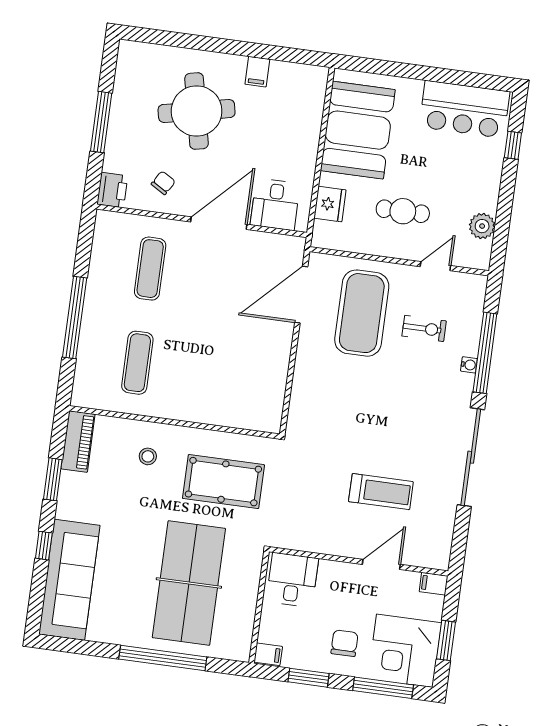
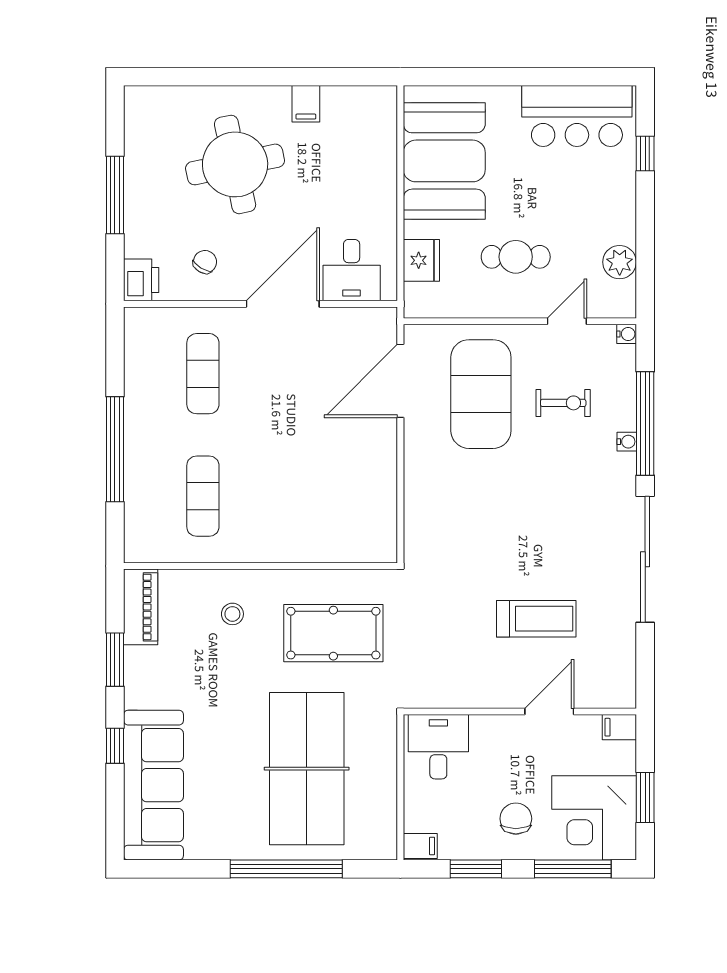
water cooler: (480, 282) -> (627, 334), added

